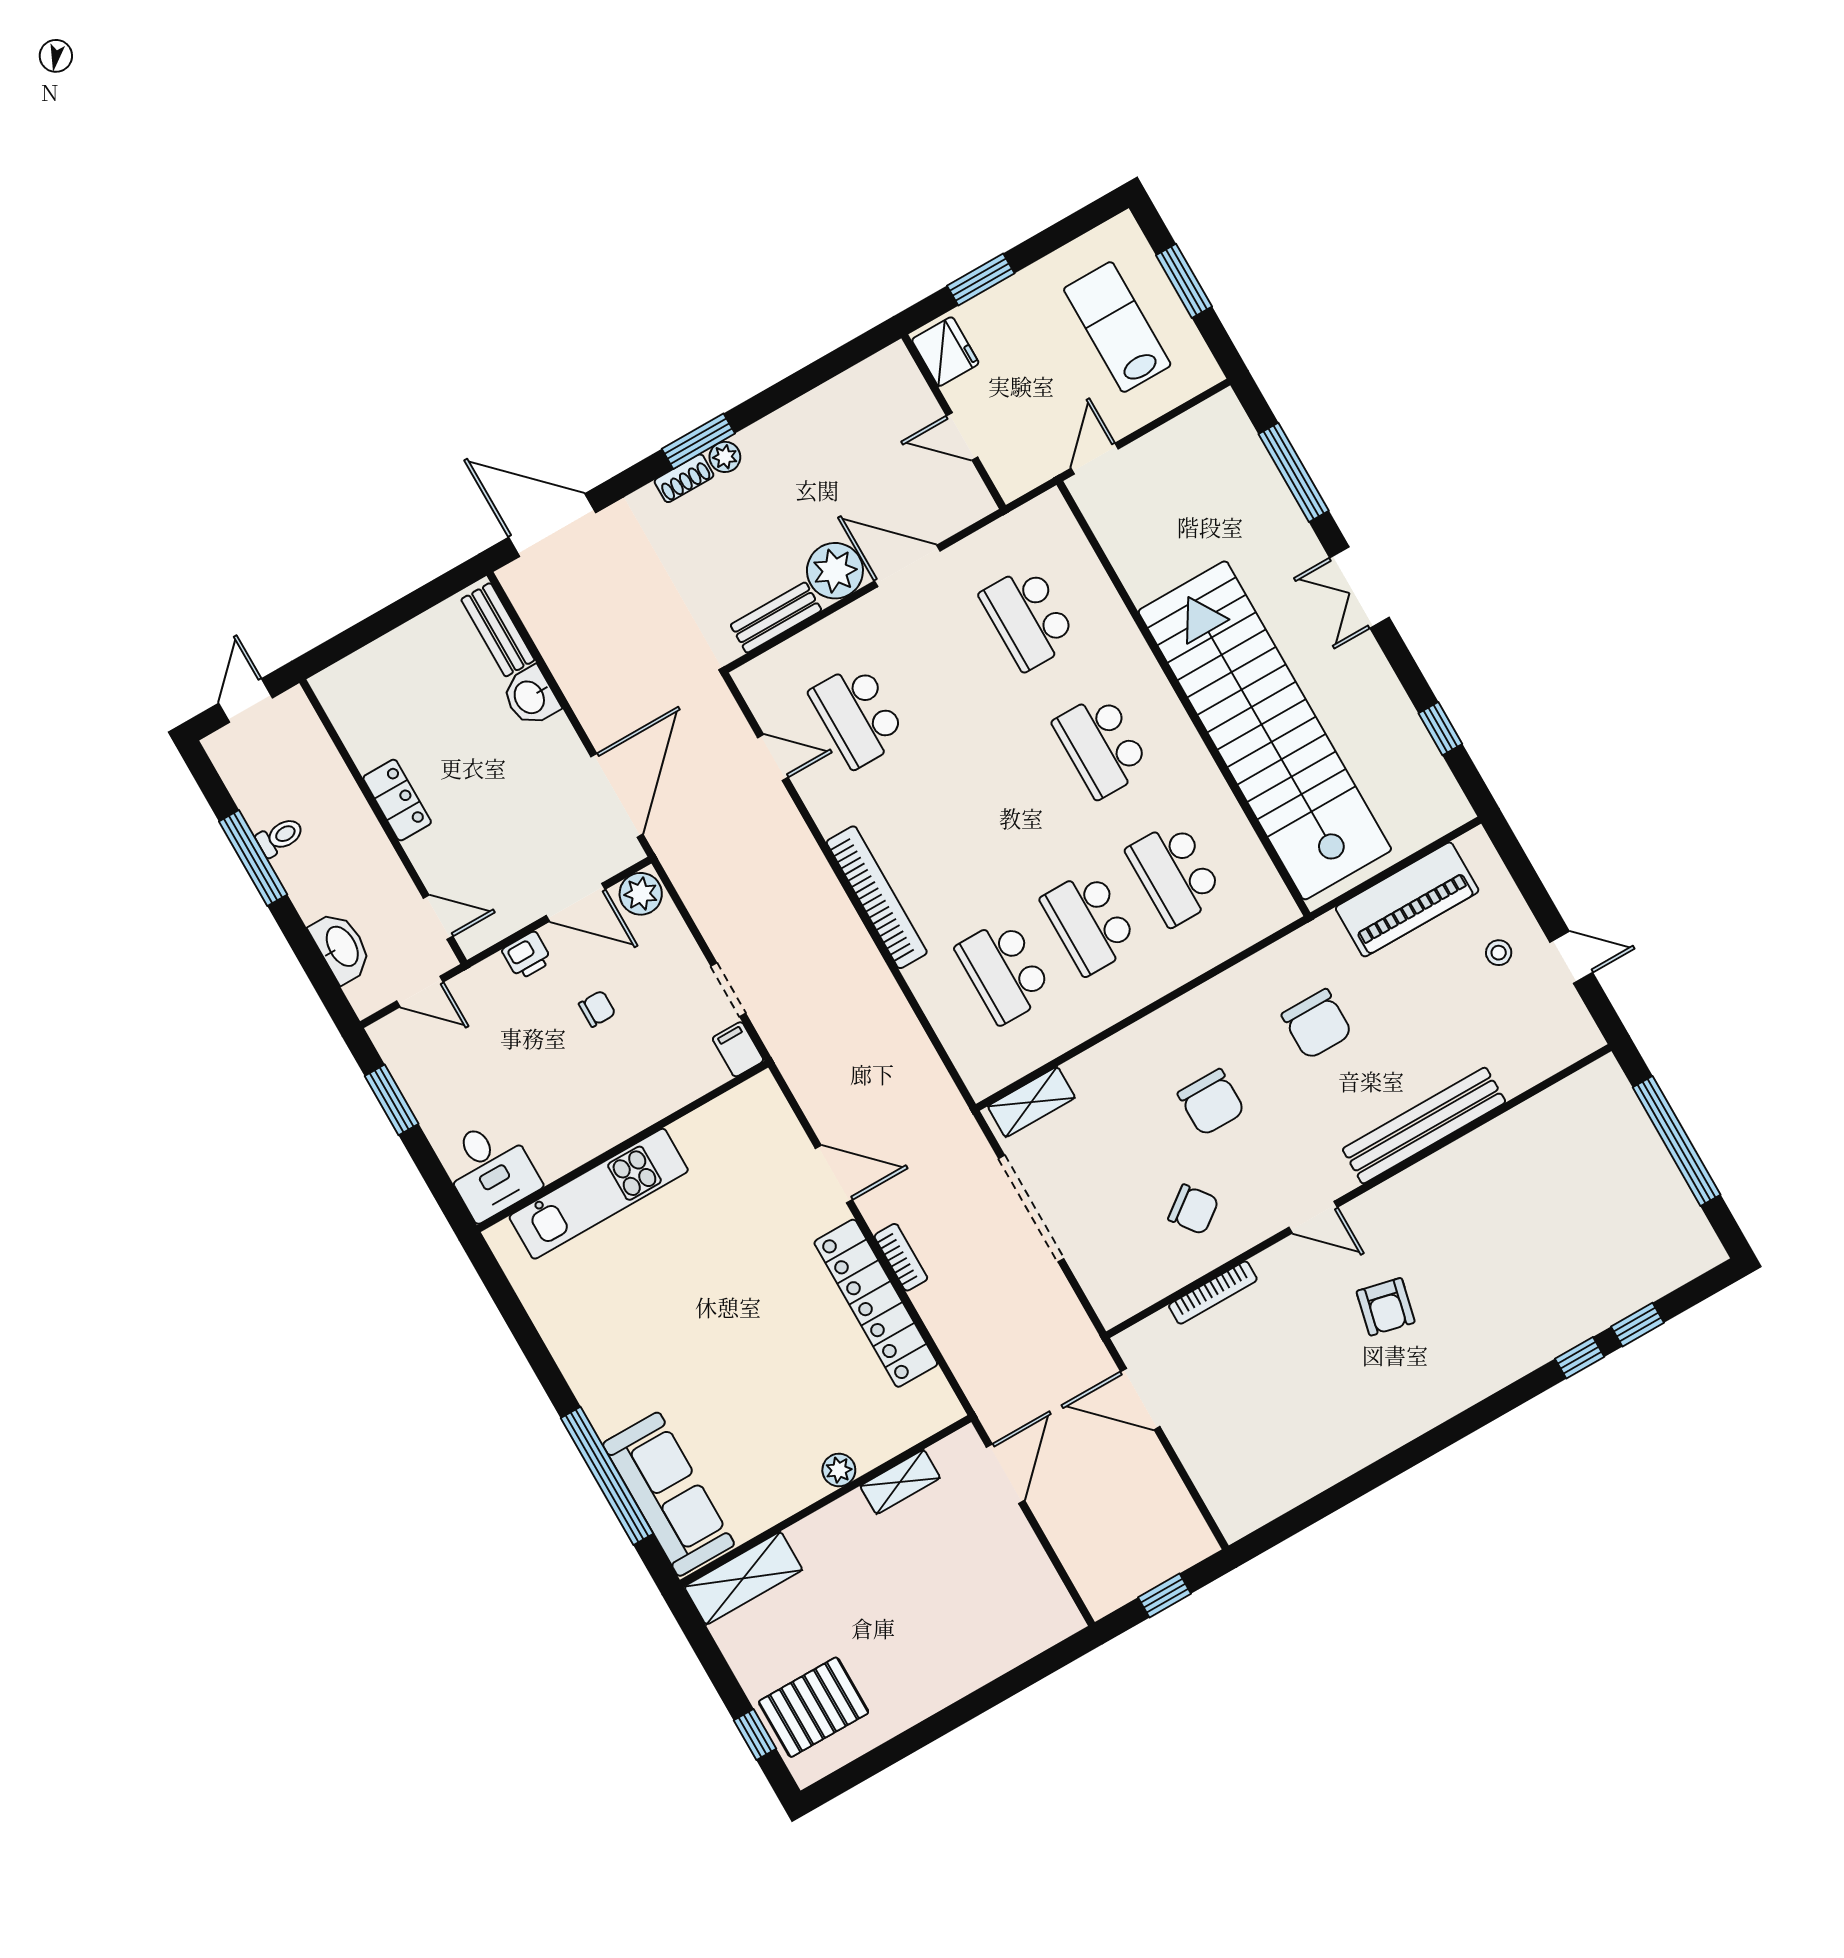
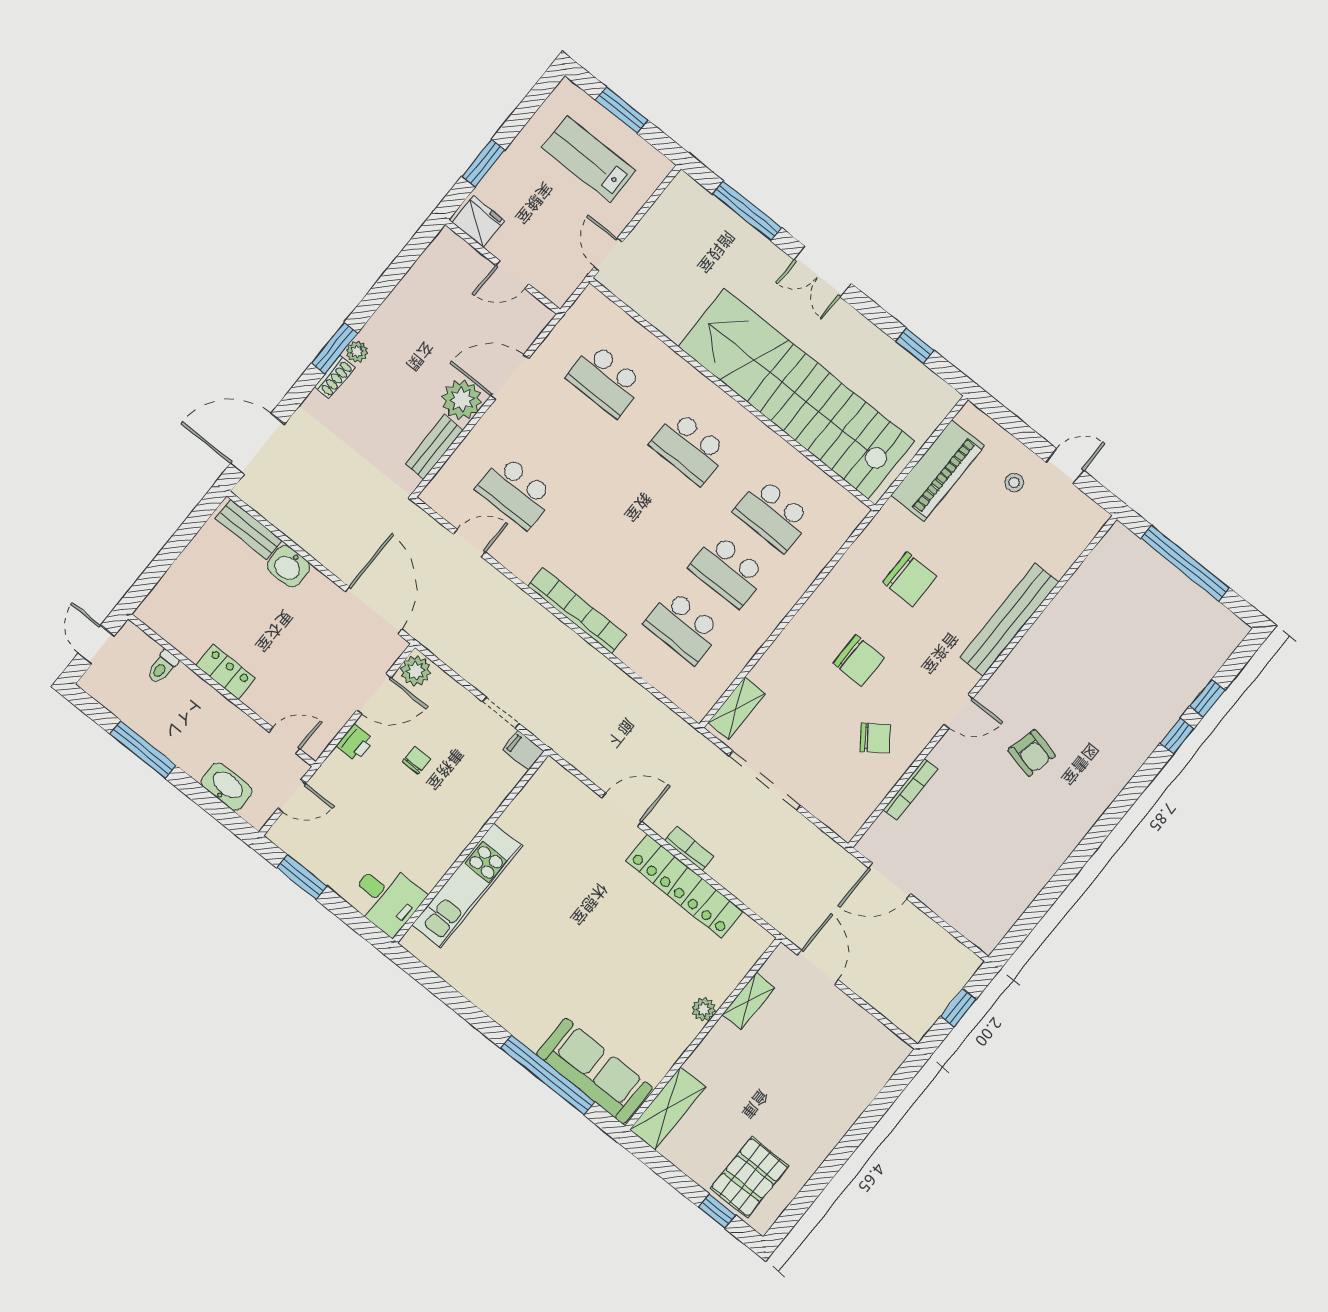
toilet: (280, 837) -> (162, 667), moved, turned 180

